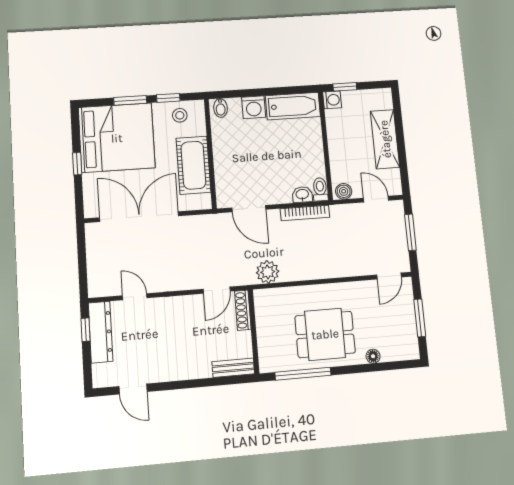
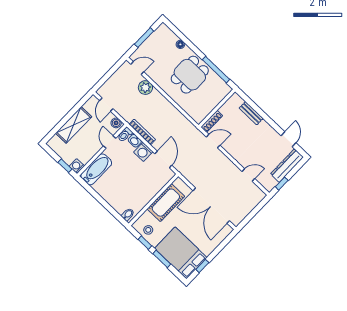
bathtub: (293, 106) -> (96, 169), moved, turned 90
washing machine: (254, 107) -> (143, 152), moved, turned 180
bed: (117, 138) -> (181, 253), width x0.73
door: (327, 163) -> (110, 142), added
window: (77, 164) -> (202, 266), moved
window: (410, 232) -> (108, 75), removed
plant: (268, 272) -> (145, 88), moved
door: (135, 297) -> (248, 175), swing flipped
dresser: (101, 332) -> (287, 166), moved
dining table: (325, 334) -> (190, 75), turned 90
bench: (233, 368) -> (251, 113), moved

